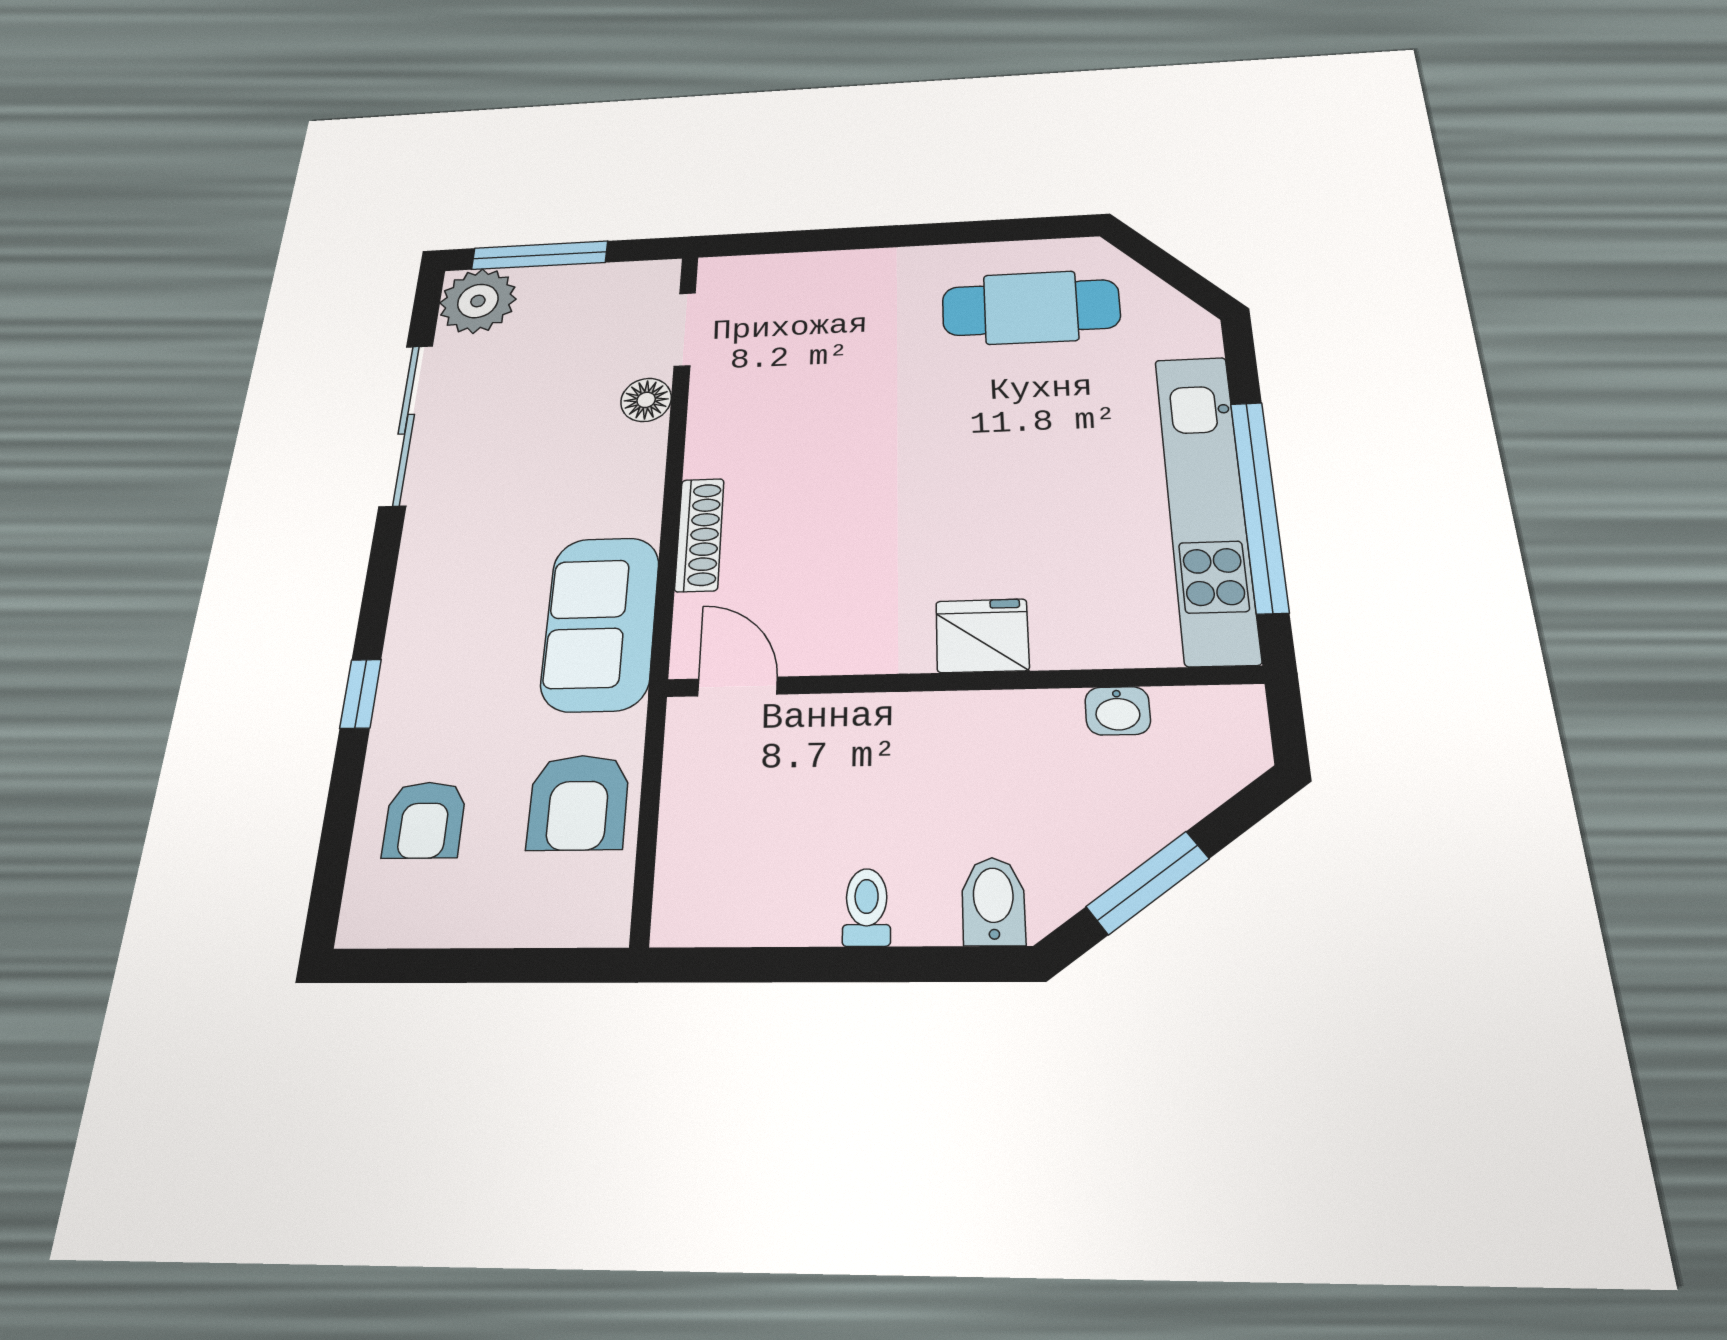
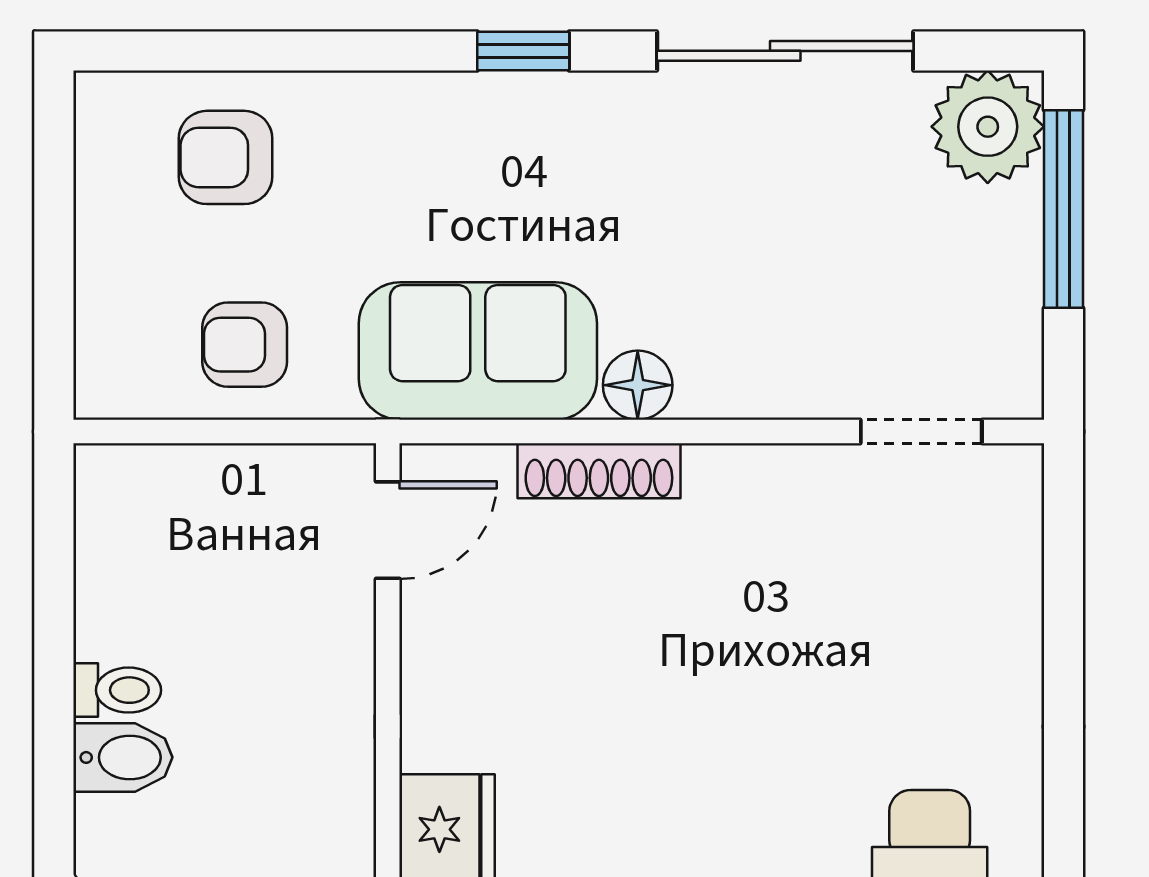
floor lamp: (646, 400) -> (638, 385), moved
window: (361, 694) -> (523, 51), moved
armchair: (578, 802) -> (245, 345), width x0.72, depth x0.72
bidet: (993, 901) -> (123, 757), moved

